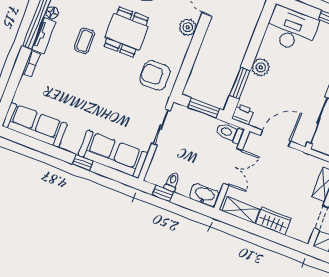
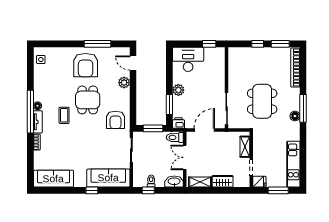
armchair: (155, 75) -> (115, 120), turned -90
double door: (233, 167) -> (185, 157), swing flipped

